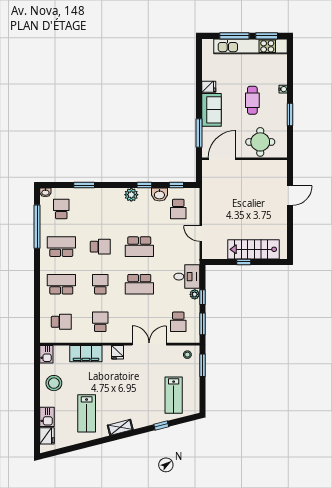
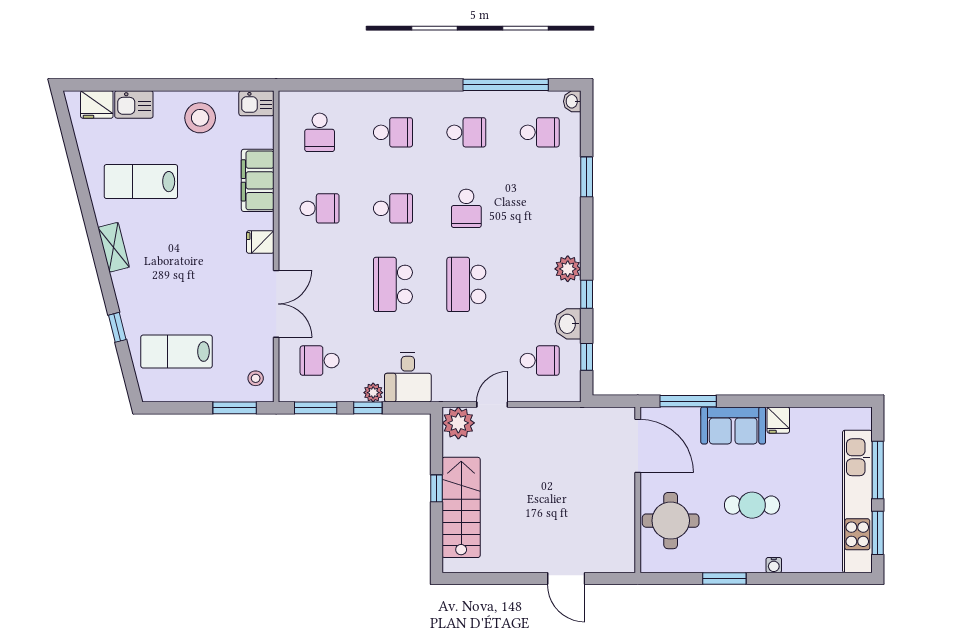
school desk: (178, 209) -> (540, 361), turned 180
school desk: (61, 247) -> (466, 132), width x0.54
plant: (210, 251) -> (458, 423), added
school desk: (61, 284) -> (393, 132), width x0.54

